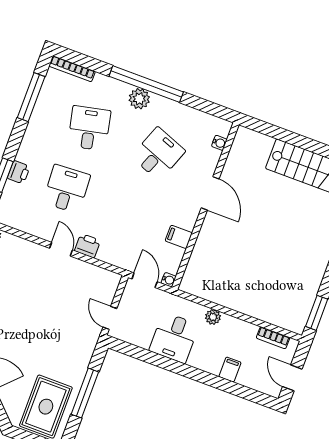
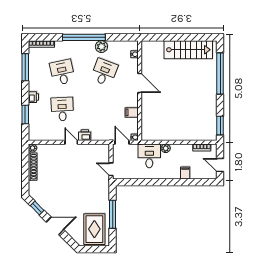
plant: (139, 99) -> (101, 47), moved
printer: (19, 172) -> (33, 97), moved
desk: (174, 338) -> (149, 156), moved, turned 180

